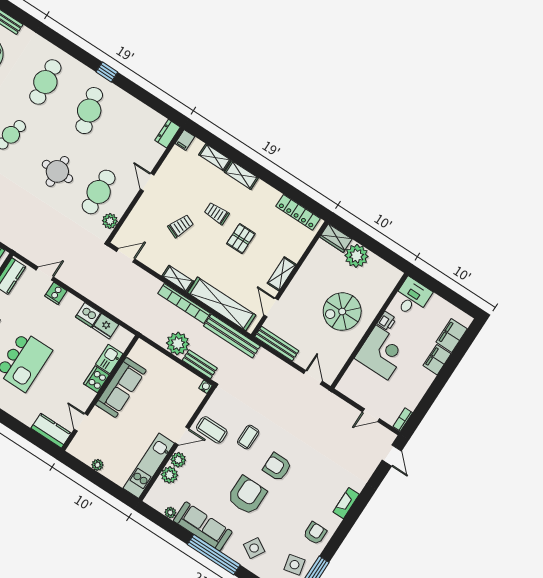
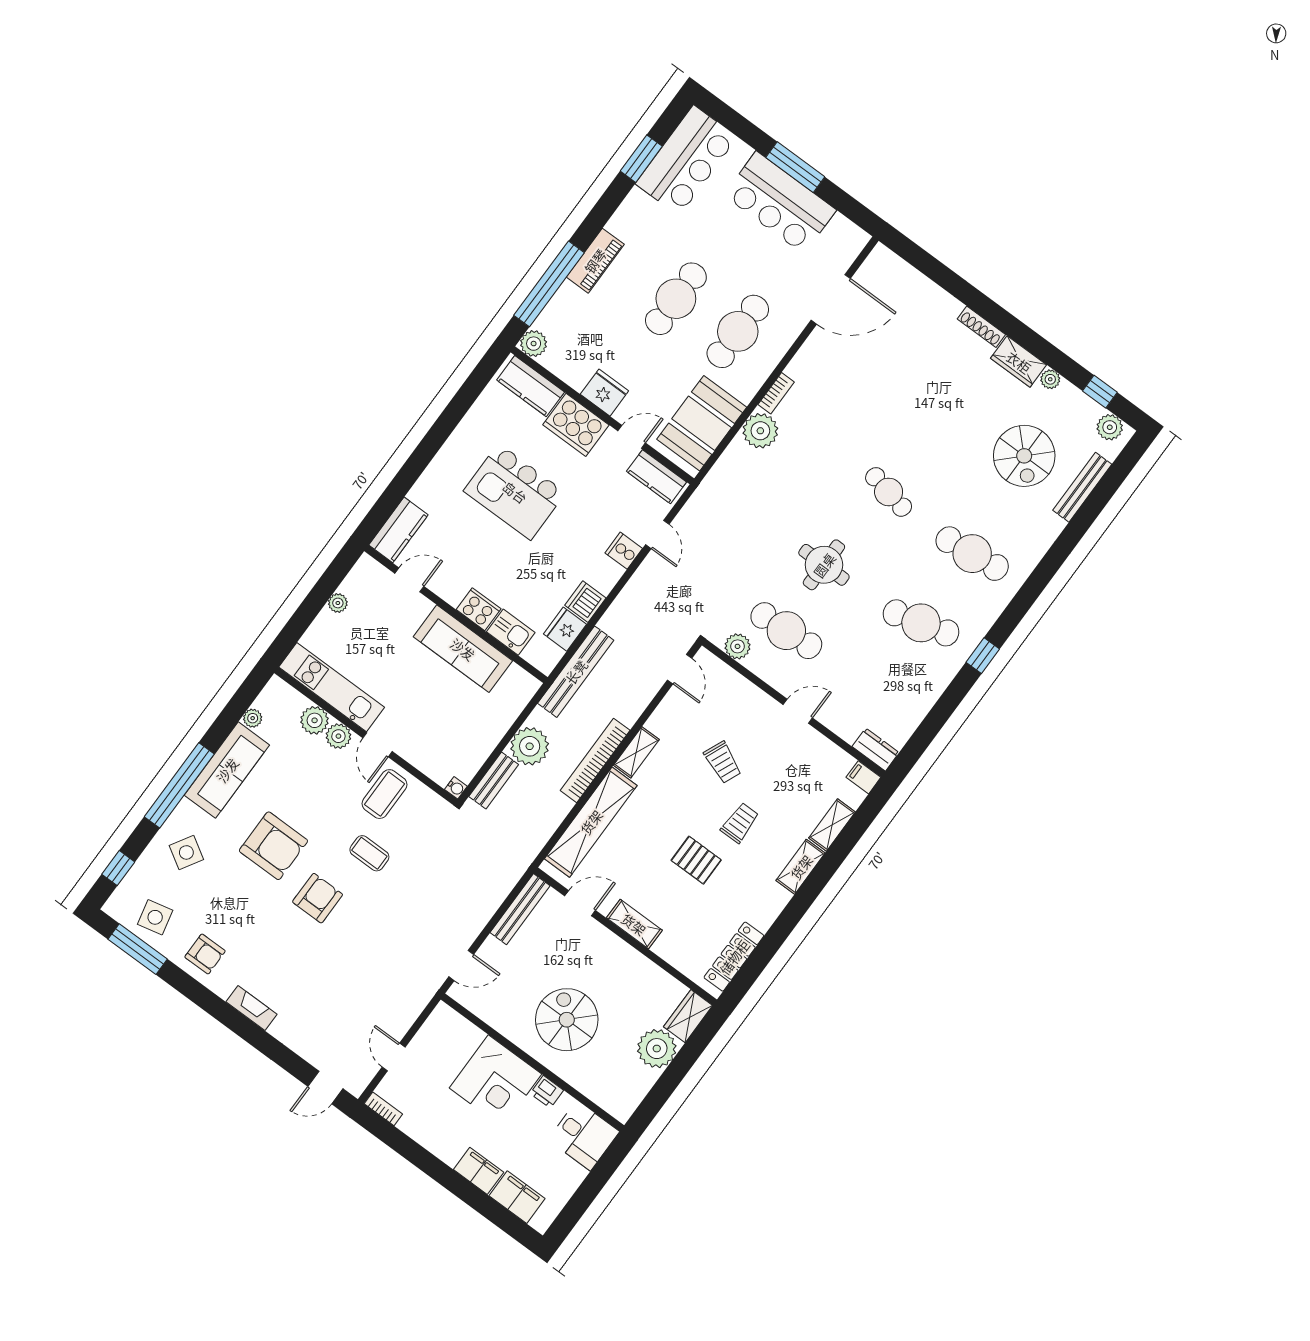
bench: (232, 336) -> (576, 672), moved

